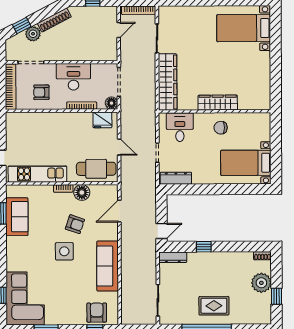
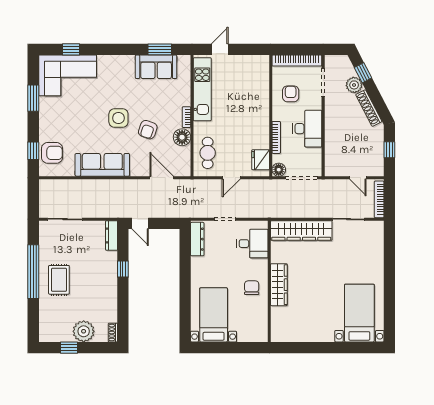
cafe table: (96, 169) -> (208, 153), width x0.73, depth x0.74

